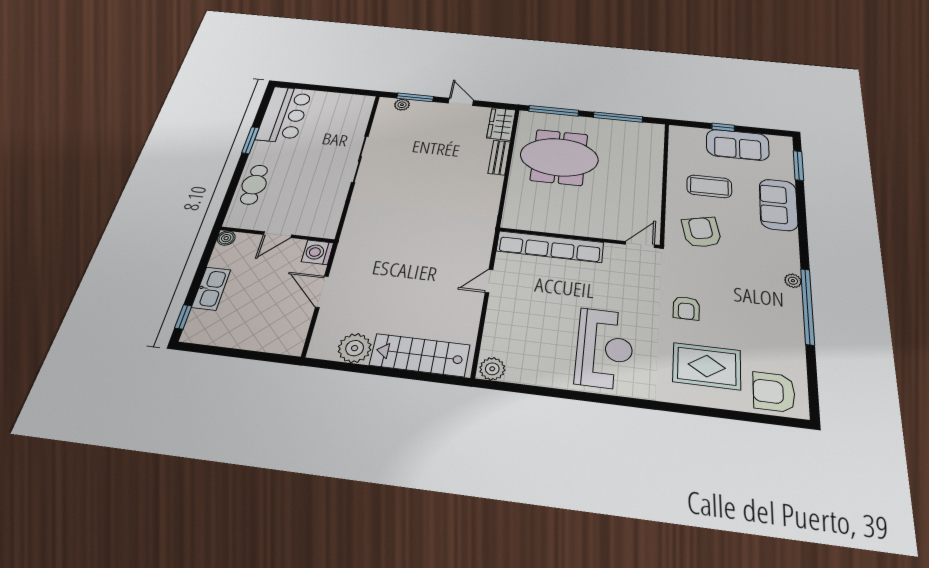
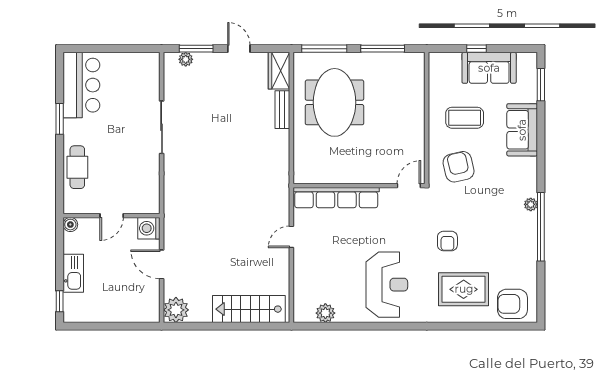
meeting table: (559, 157) -> (335, 102), turned 90
plant: (355, 348) -> (176, 310), moved
plant: (492, 369) -> (325, 313), moved

